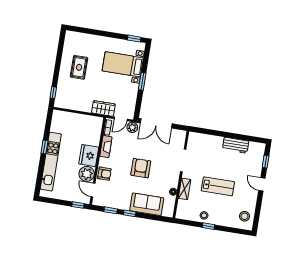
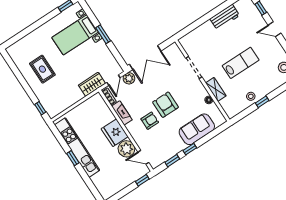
kitchen unit: (51, 162) -> (77, 148), moved
armchair: (104, 174) -> (150, 121), moved

